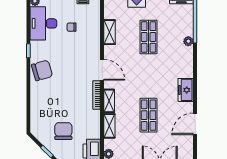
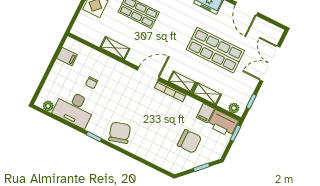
shop shelf: (149, 115) -> (215, 50), width x1.43, depth x1.36
chair: (63, 131) -> (189, 141), turned 180
filing cabinet: (93, 133) -> (205, 113), added

